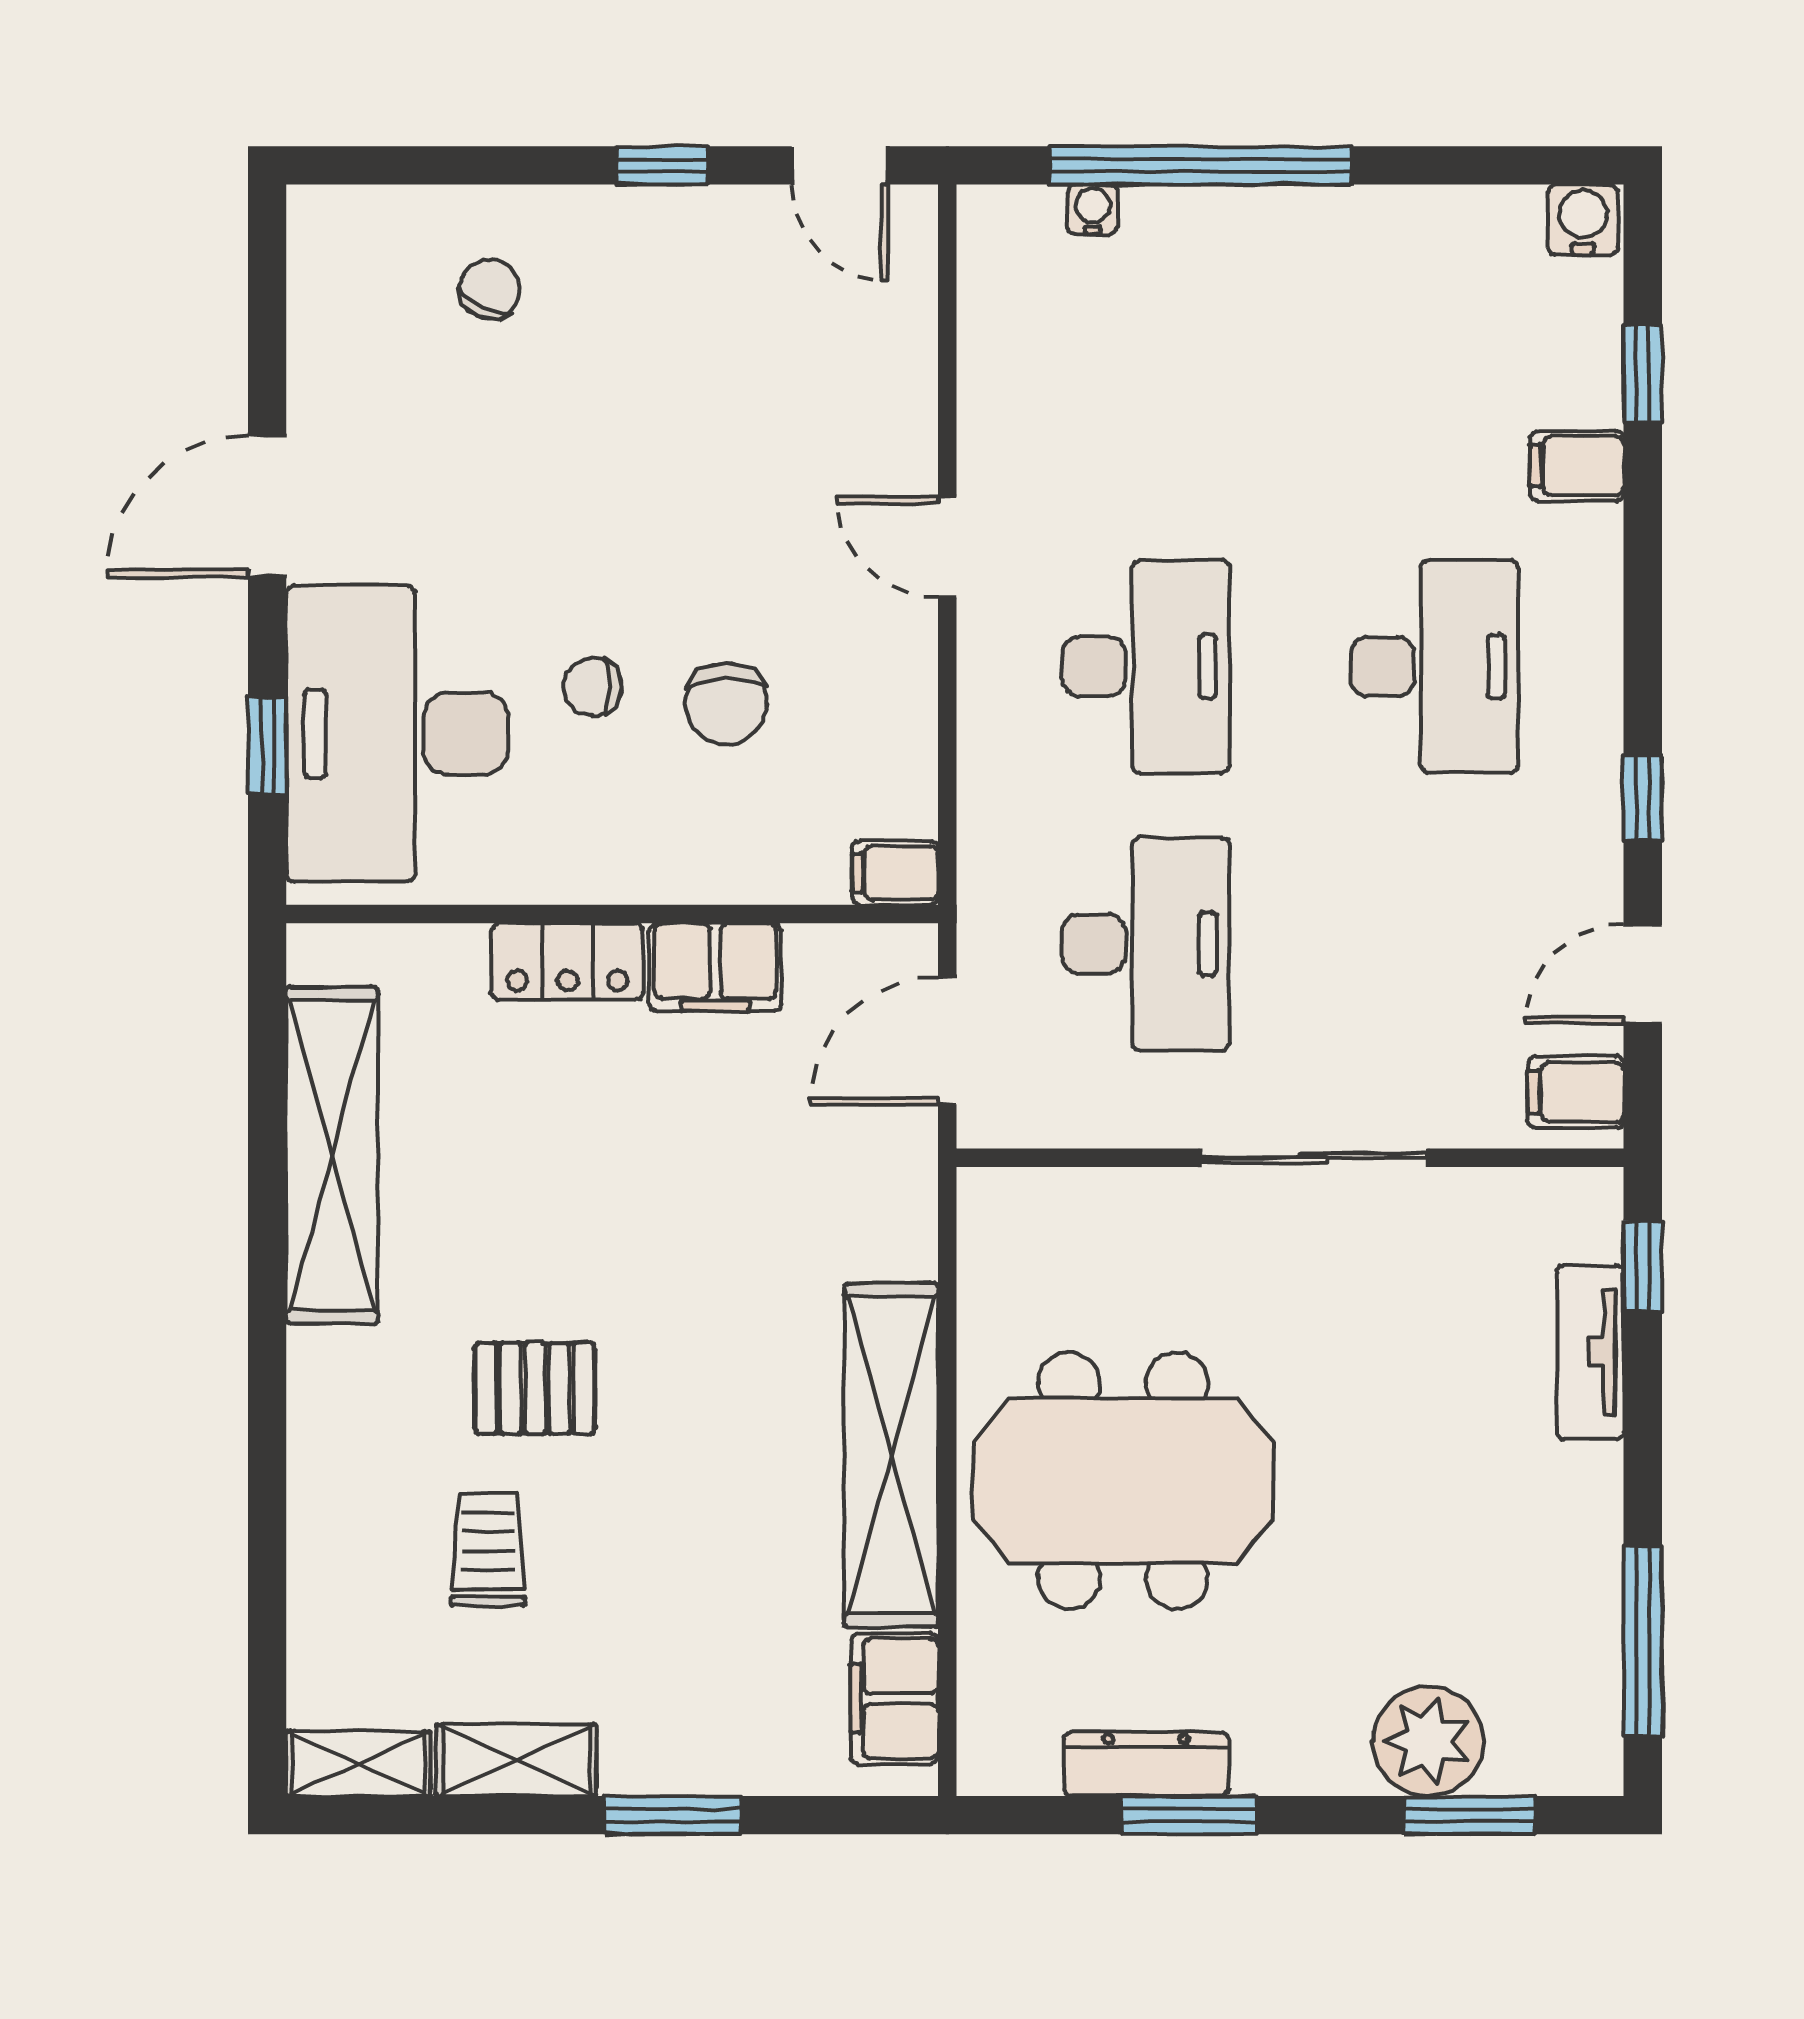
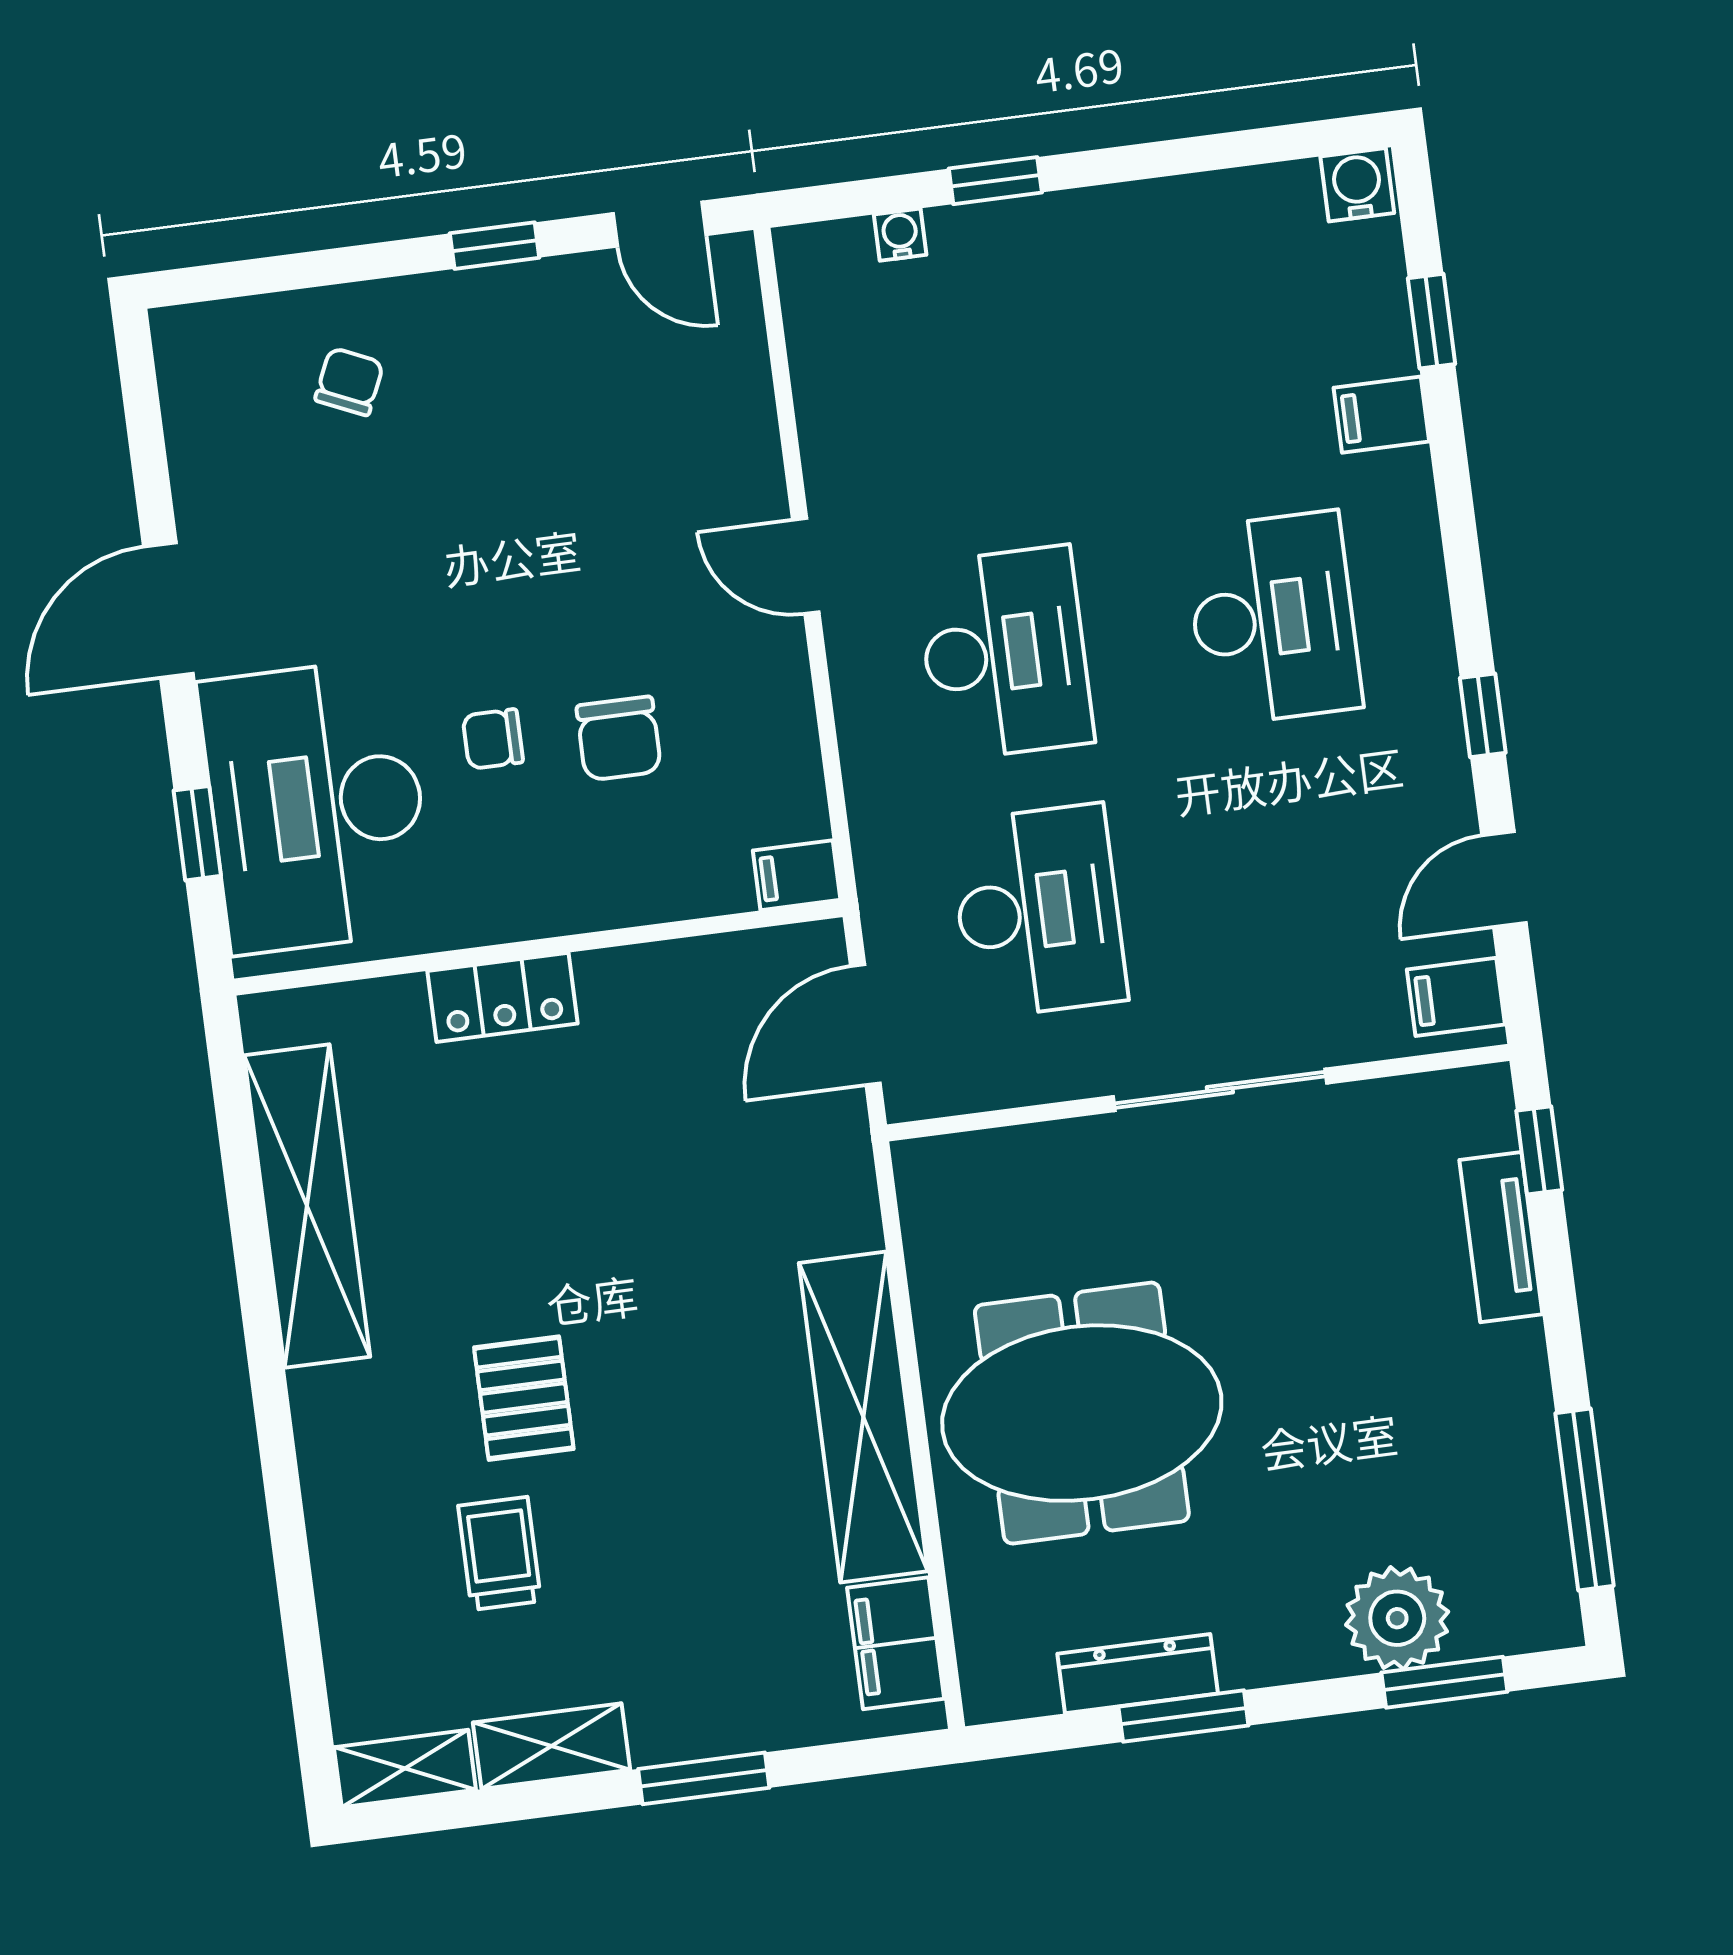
window: (1201, 165) -> (995, 181), width x0.32
filing cabinet: (715, 967) -> (641, 985), removed
pallet: (535, 1388) -> (524, 1398), turned 90

